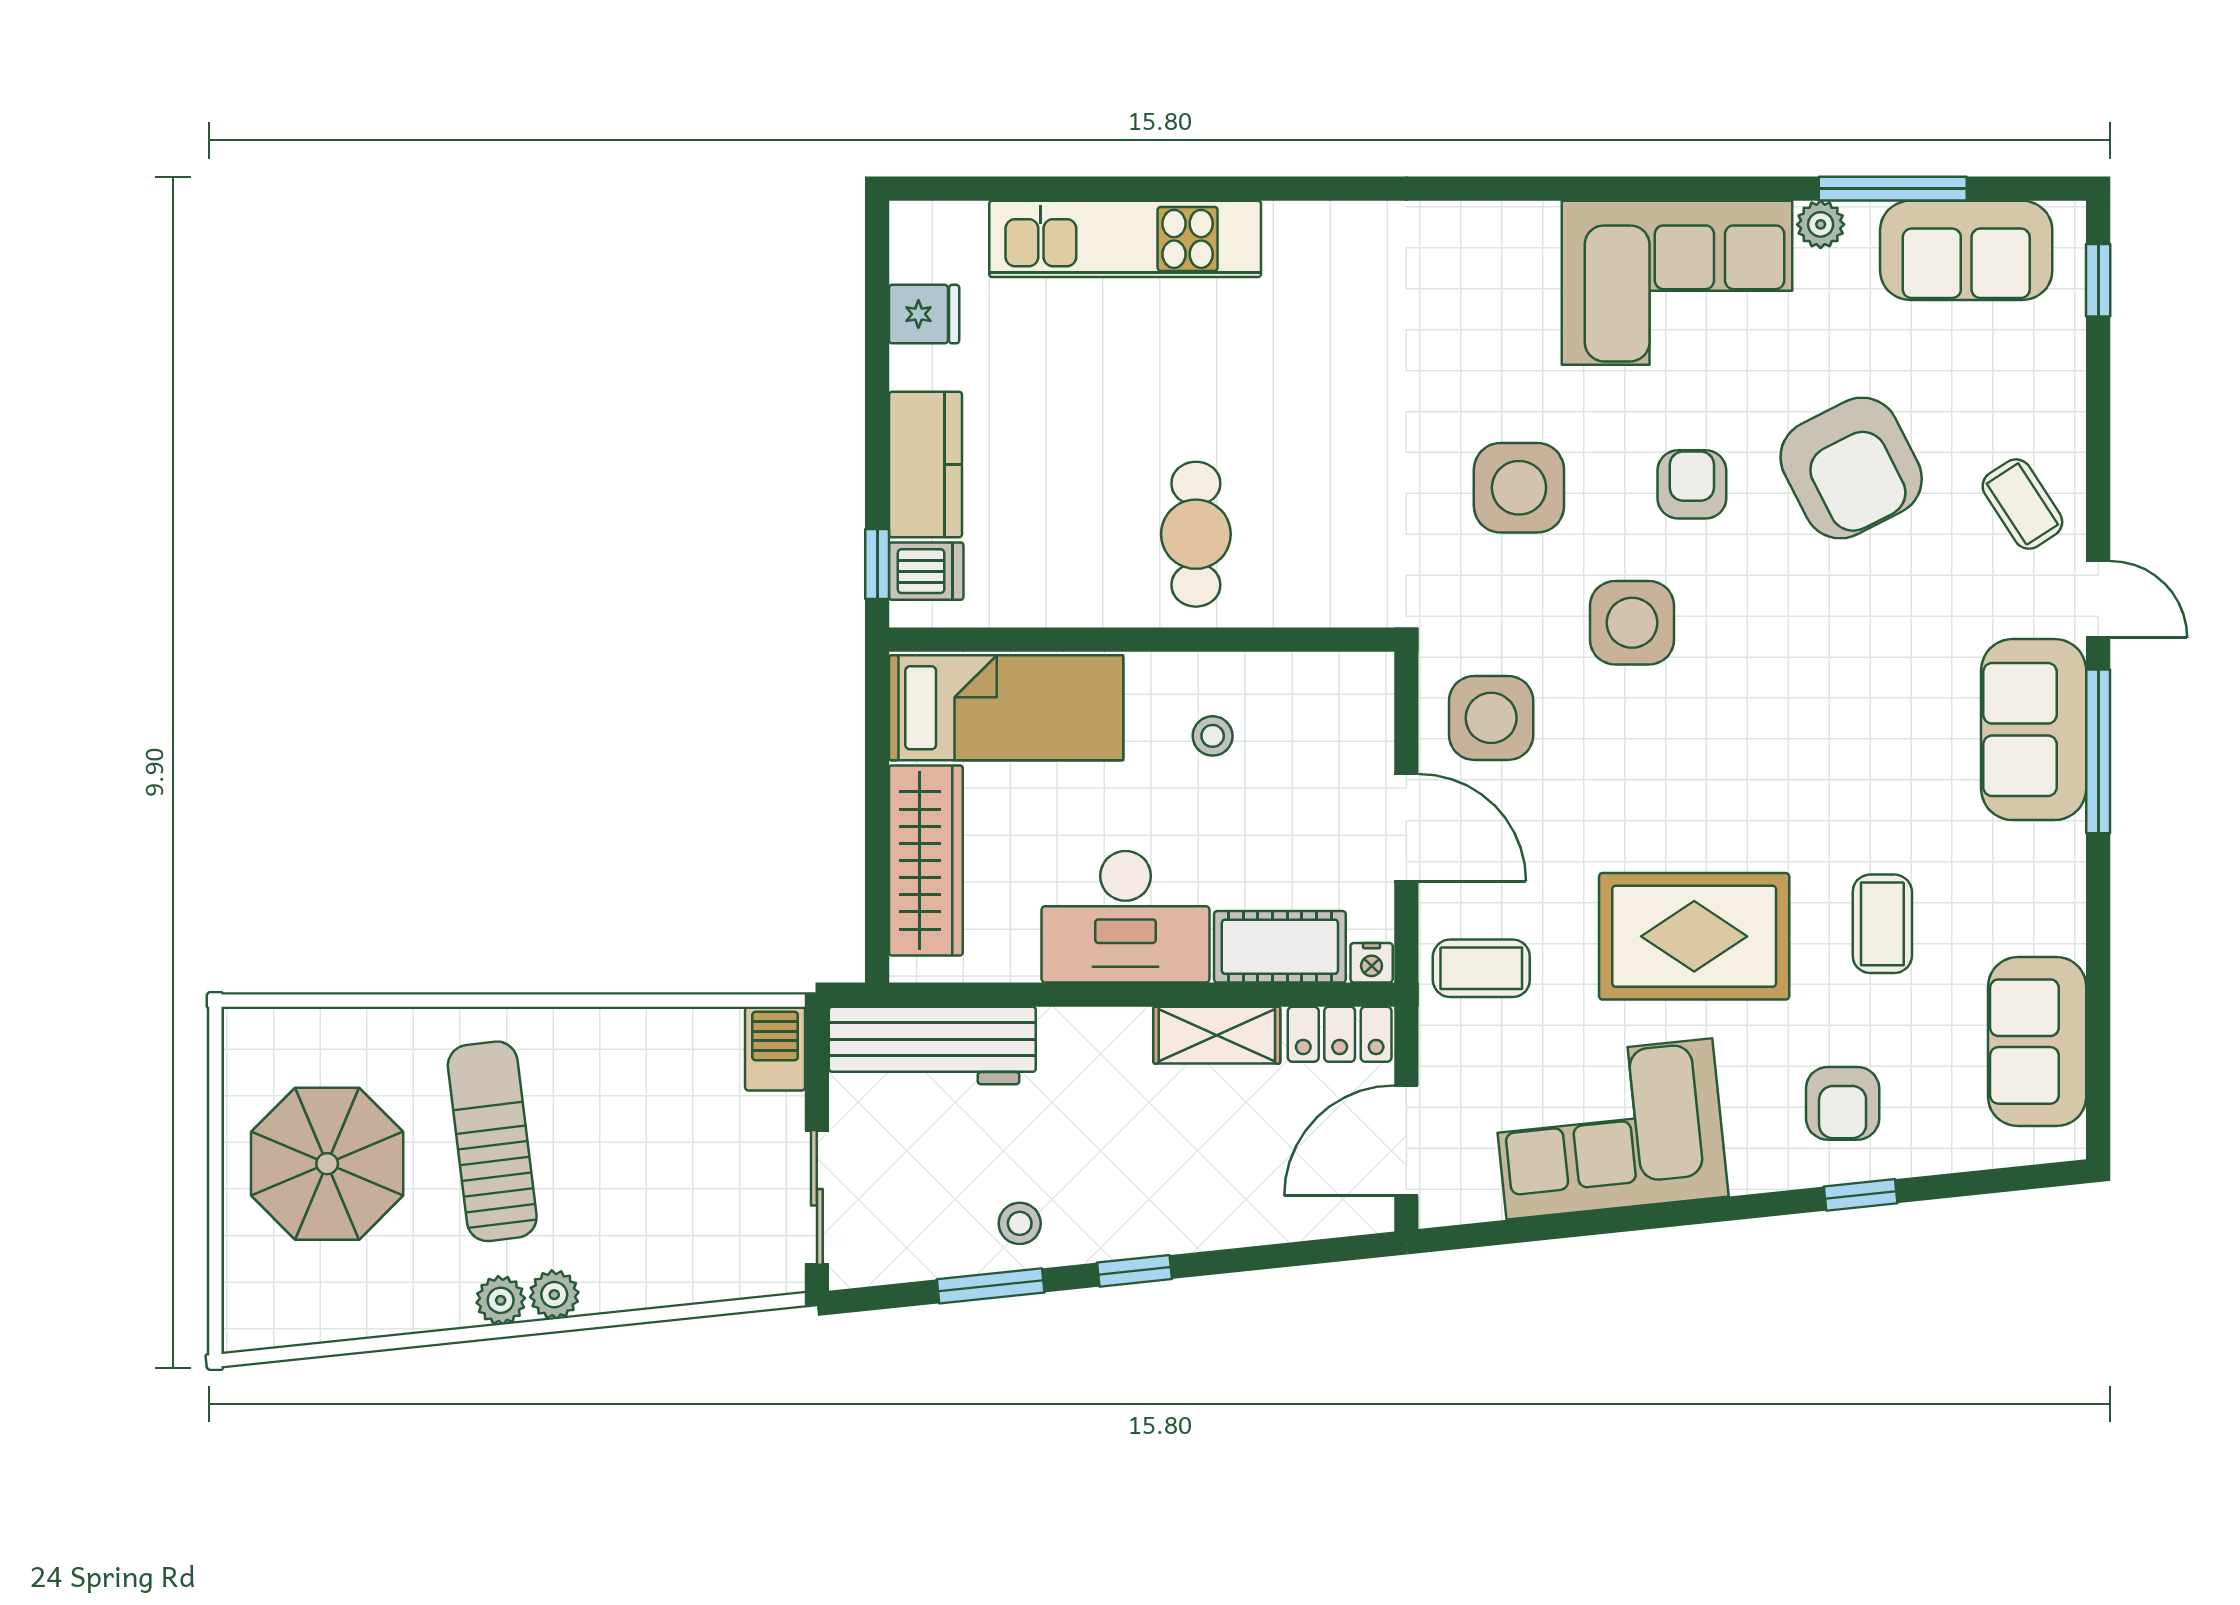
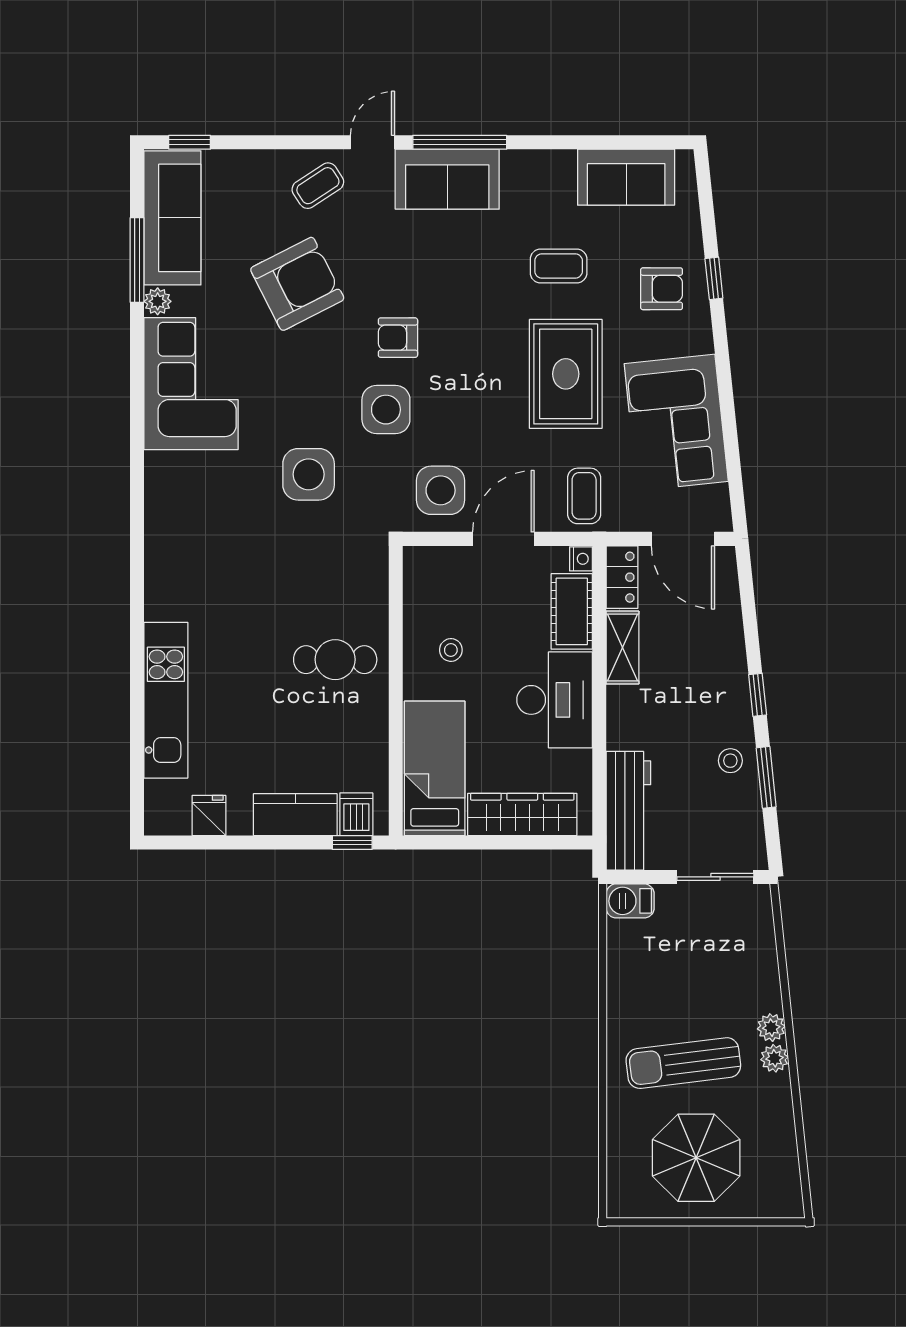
sofa: (1966, 250) -> (172, 218), width x1.36
armchair: (1692, 484) -> (398, 338), moved

